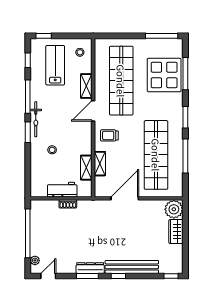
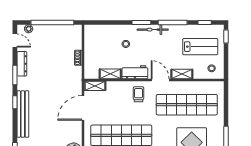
shelving: (100, 164) -> (95, 86), moved
workbench: (62, 190) -> (135, 72), moved, turned -90
door: (125, 198) -> (83, 108), swing flipped
dresser: (90, 268) -> (22, 64), moved

